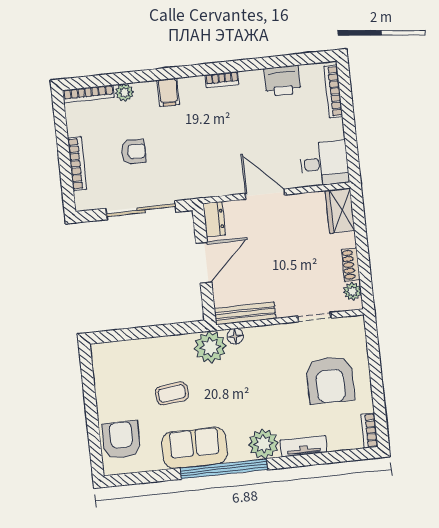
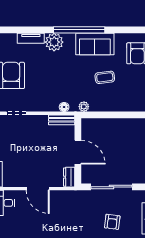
armchair: (133, 152) -> (112, 222), turned -83
door: (204, 263) -> (78, 152), swing flipped
bench: (245, 313) -> (62, 120), width x0.73
plant: (210, 347) -> (84, 107), width x0.53, depth x0.53

